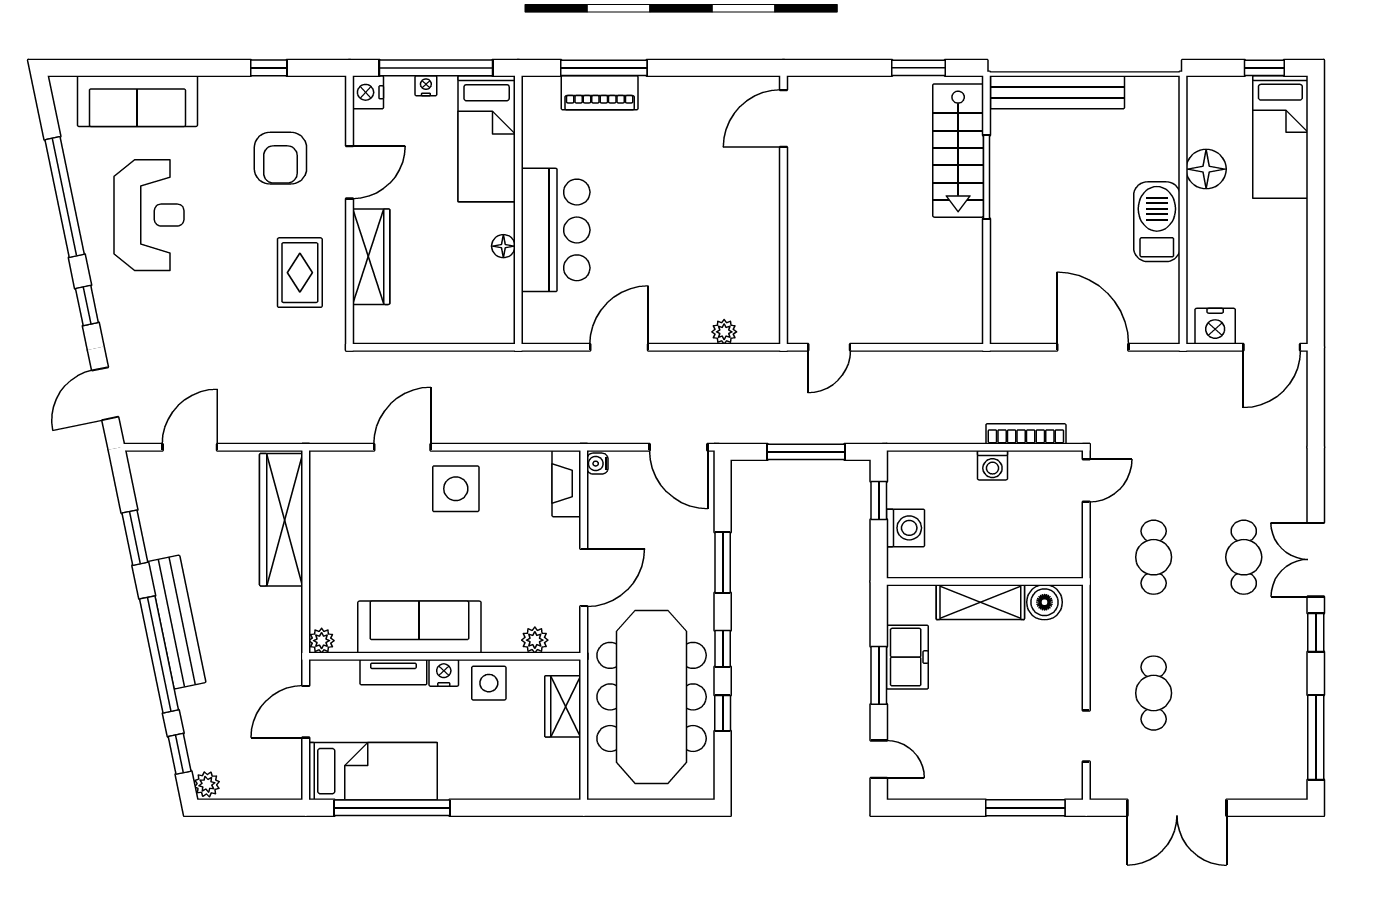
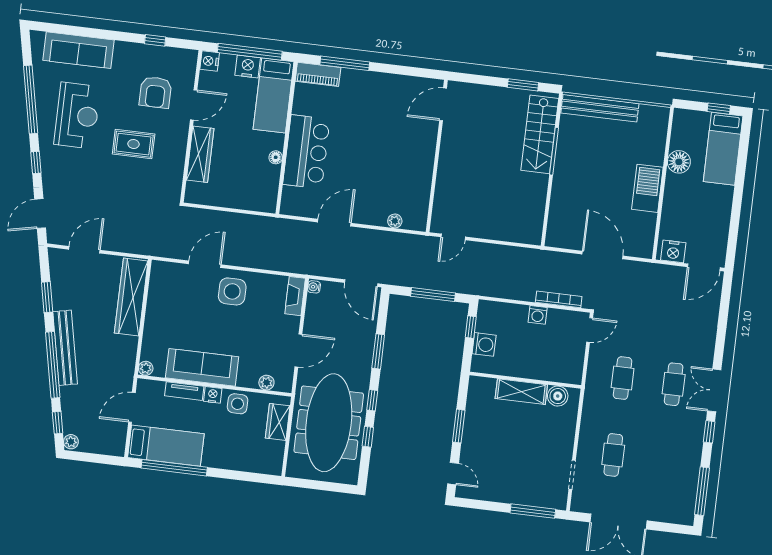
nightstand: (426, 86) -> (248, 66), width x1.89, depth x1.79
piano: (600, 93) -> (318, 74), moved
rug: (300, 273) -> (134, 144), moved, turned 90
freezer: (907, 657) -> (476, 418), removed

